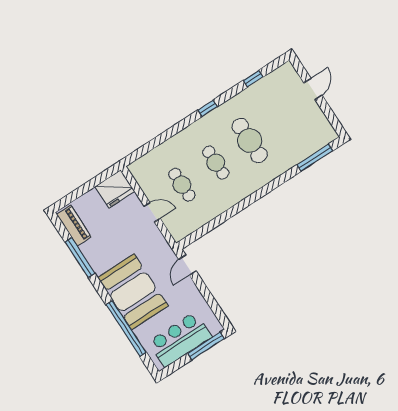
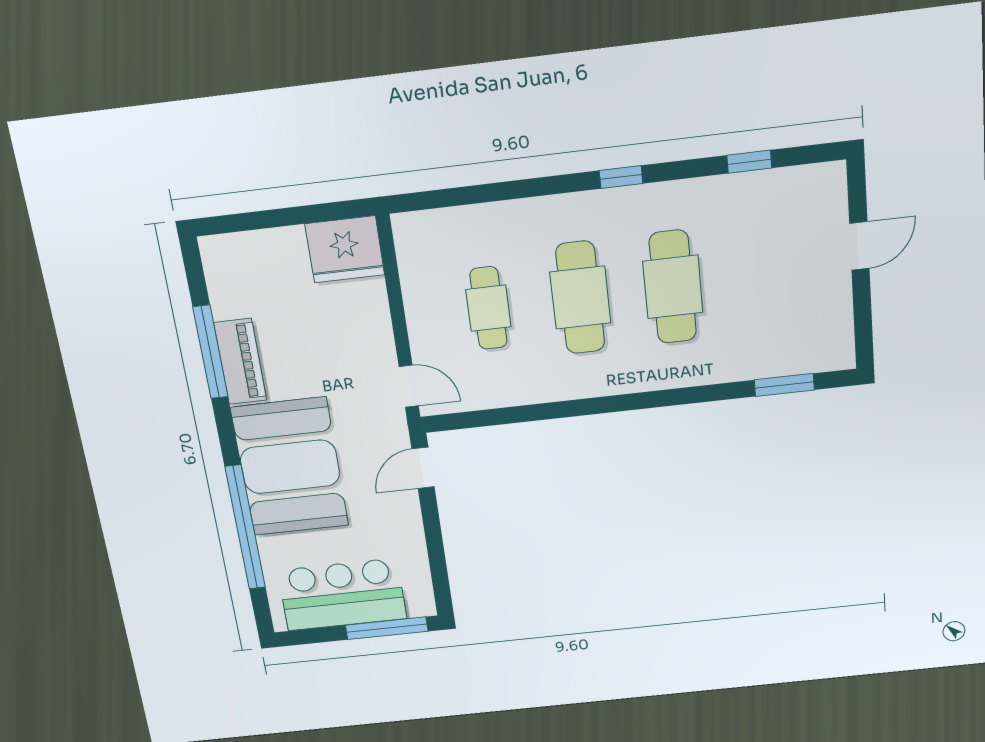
window: (315, 158) -> (784, 385), width x0.69
cafe table: (216, 163) -> (580, 298), width x1.37, depth x1.35
door: (152, 212) -> (409, 386), moved
piano: (74, 226) -> (240, 362), moved

